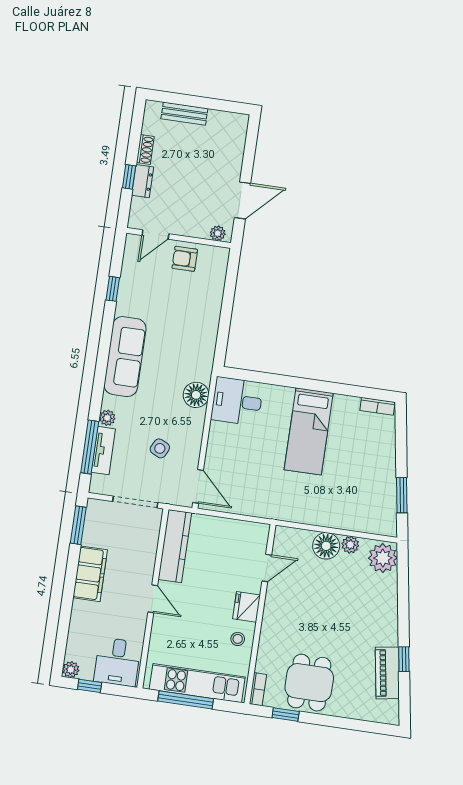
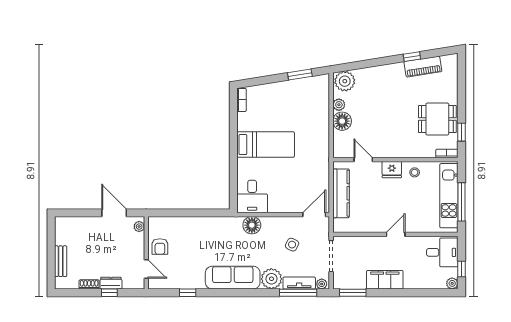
plant: (107, 418) -> (271, 279), width x1.88, depth x1.88
plant: (97, 483) -> (322, 284), added
kitchen counter: (175, 546) -> (341, 193), moved, turned 90

